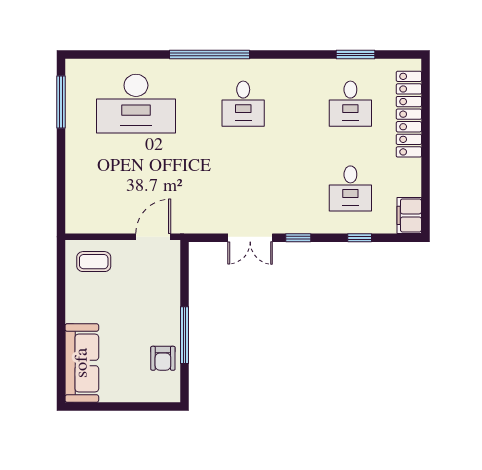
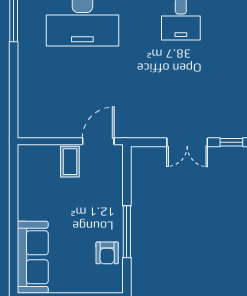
coffee table: (94, 262) -> (70, 162), moved, turned 90

